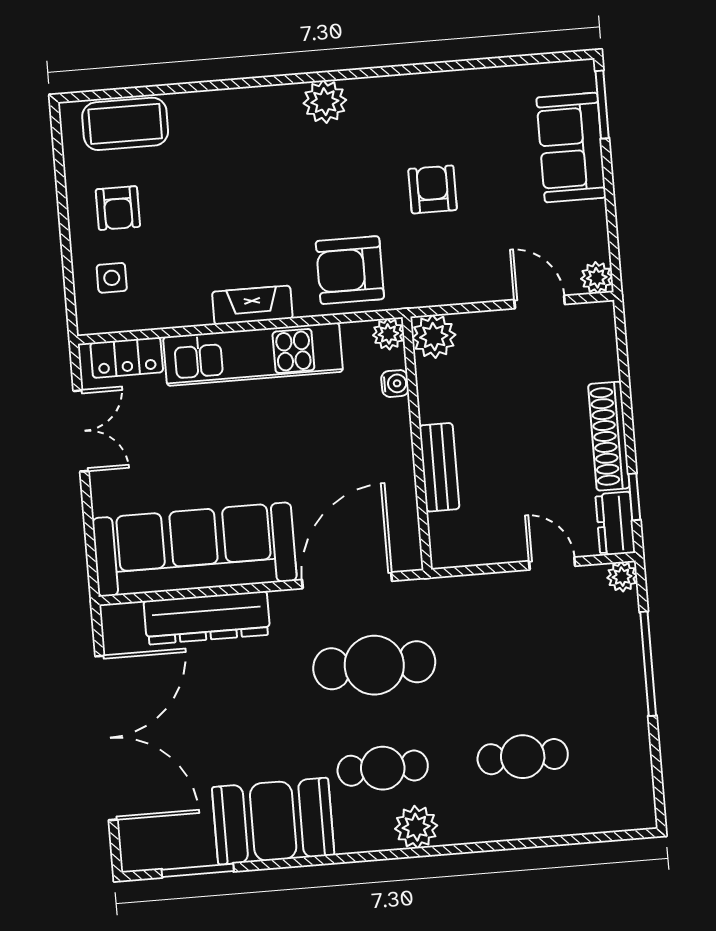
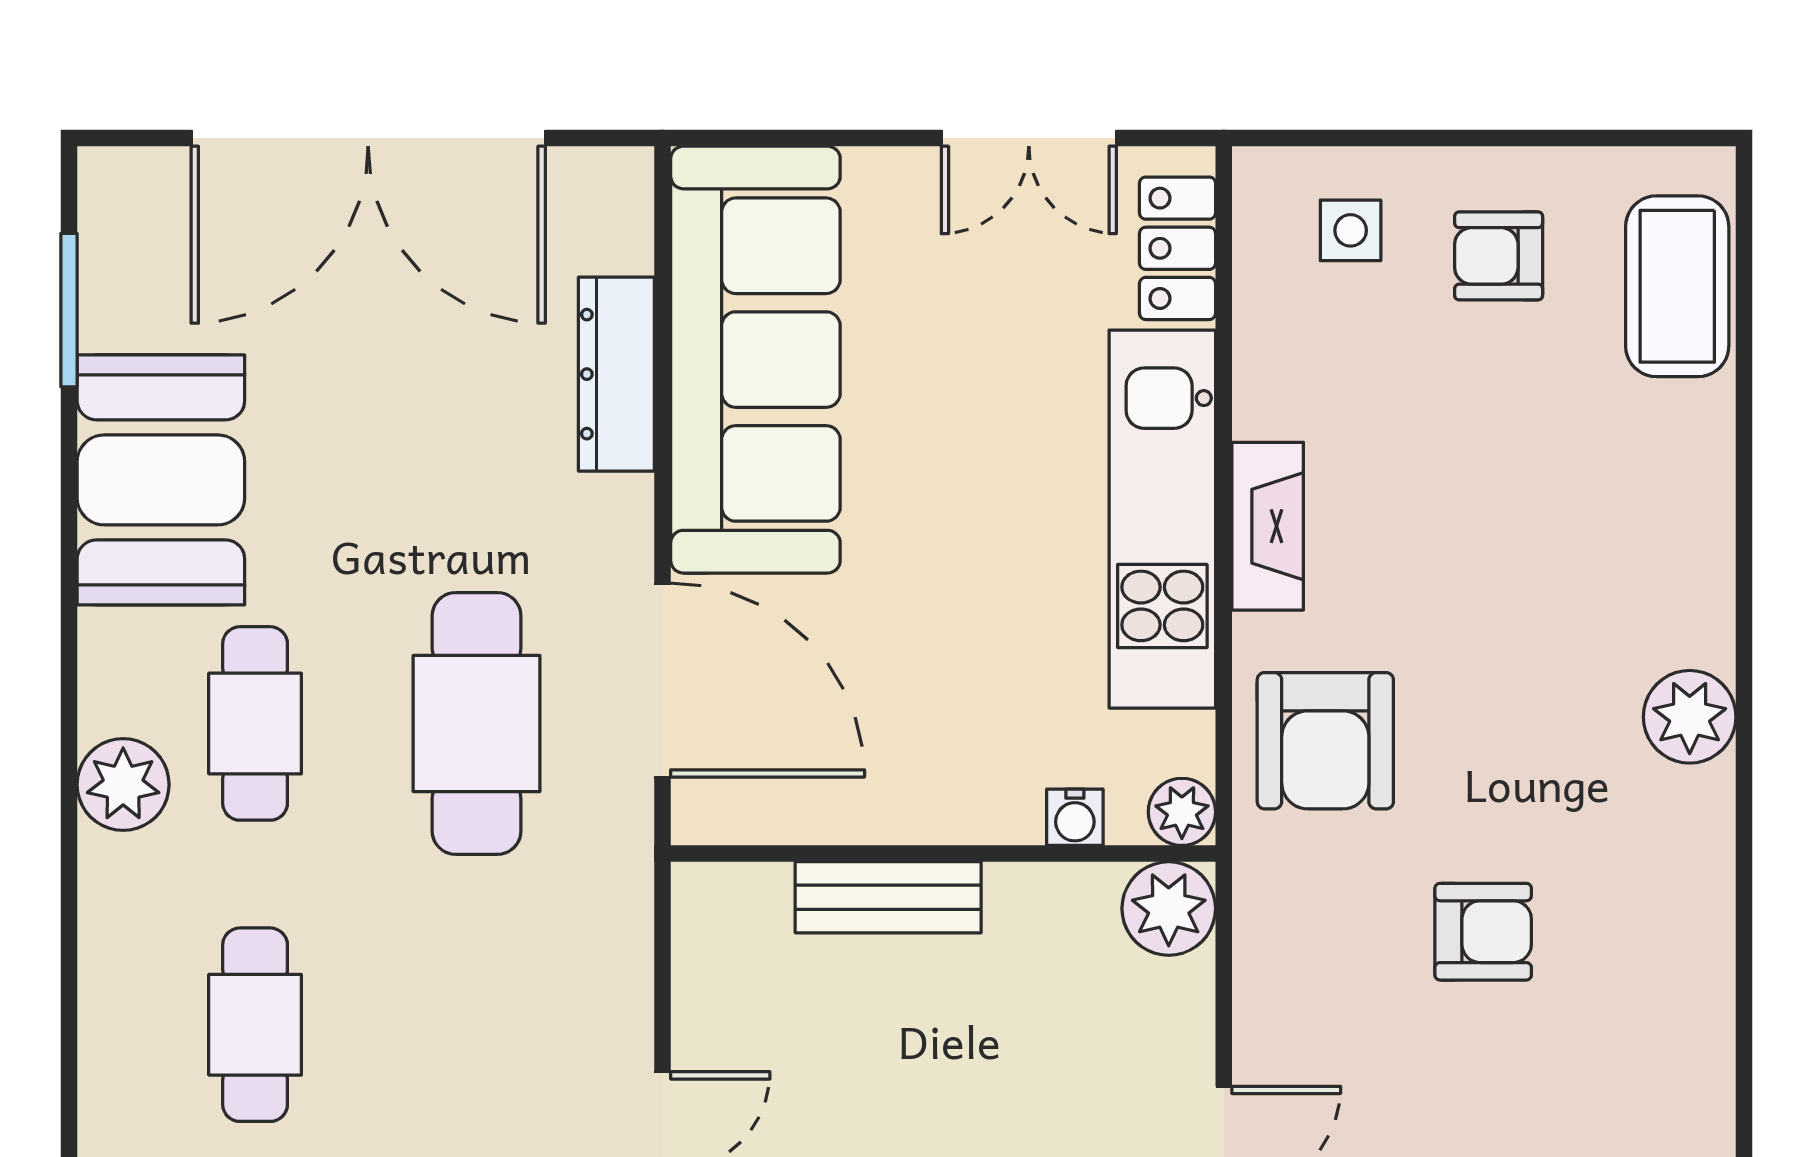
armchair: (350, 270) -> (1325, 741), turned 180
dresser: (207, 618) -> (616, 374), width x0.73, depth x0.80

